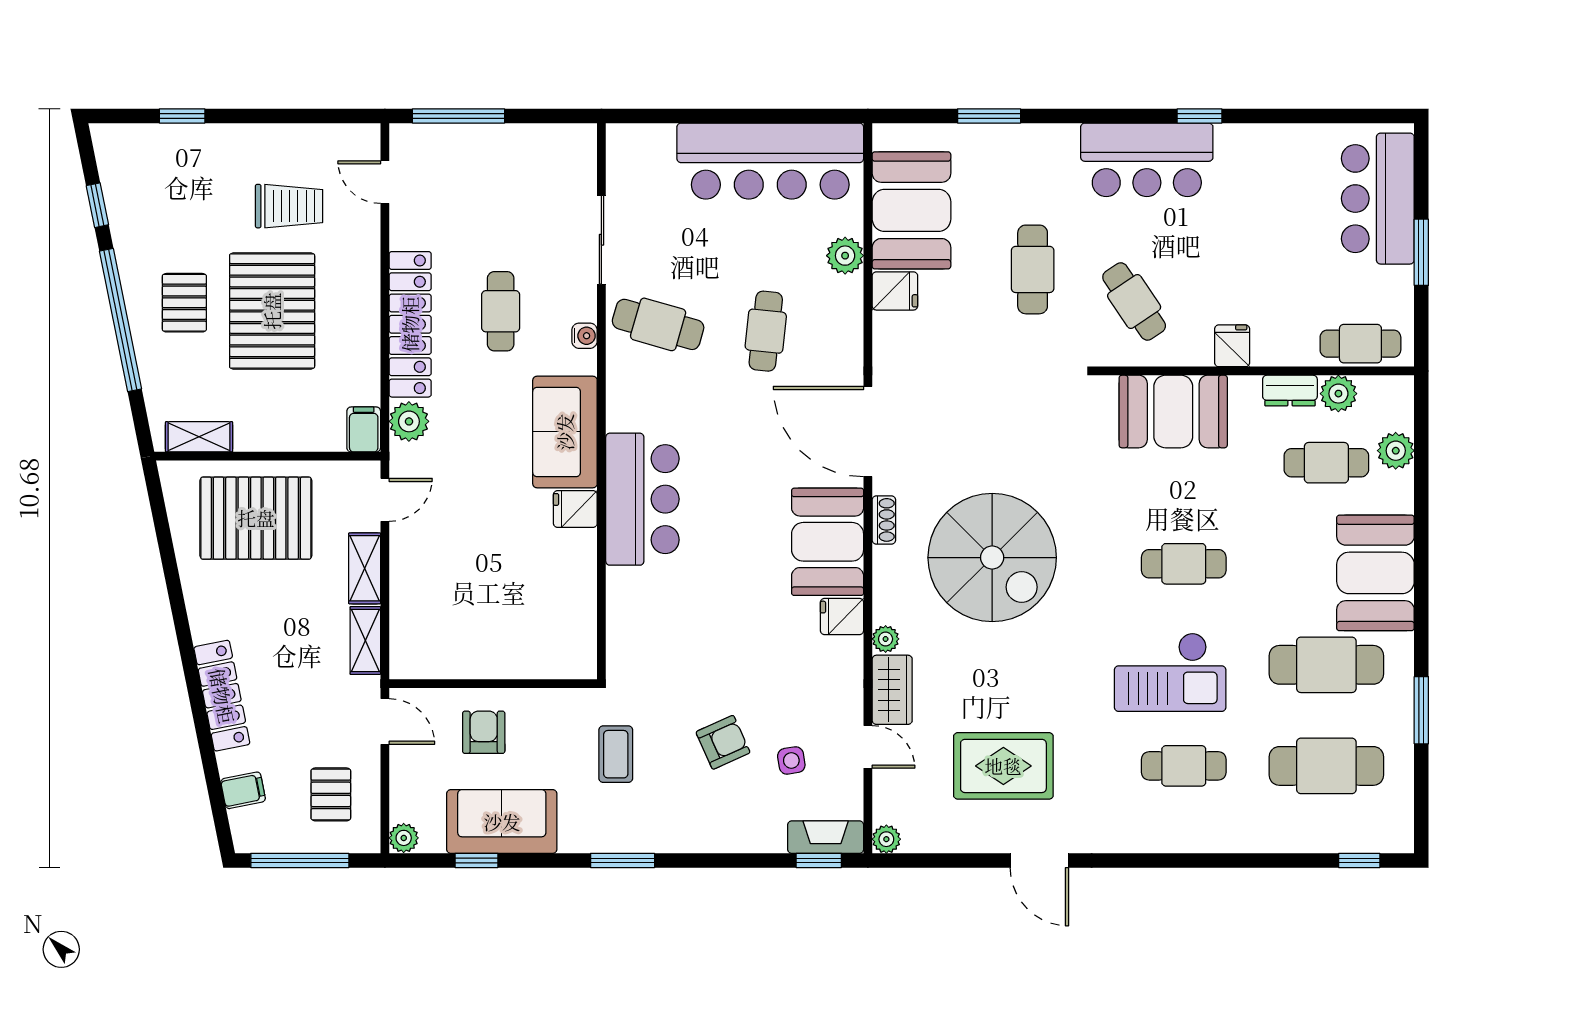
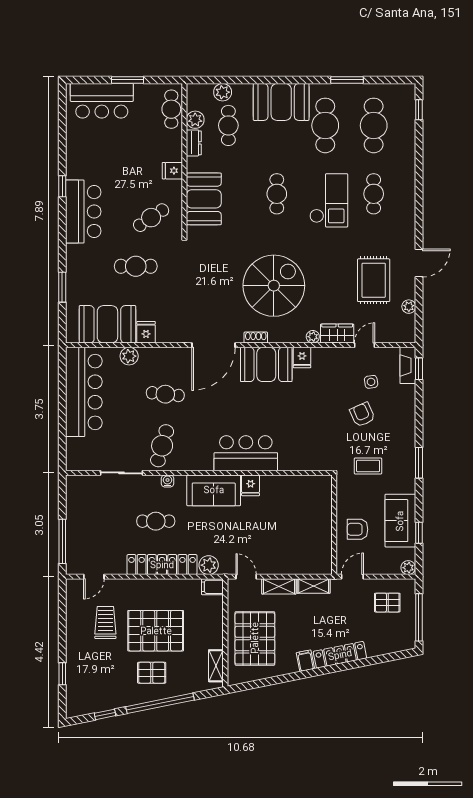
filing cabinet: (243, 790) -> (305, 661), moved
plant: (886, 839) -> (409, 307), moved

